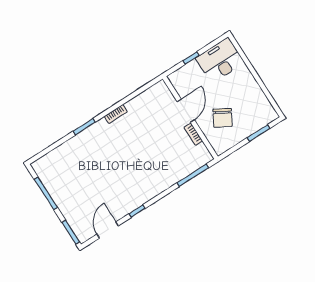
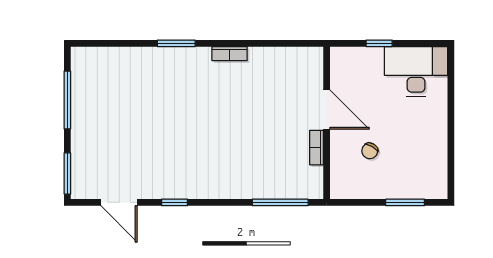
door: (186, 111) -> (327, 110), hinge flipped
chair: (222, 118) -> (370, 151), width x0.54, depth x0.54
door: (108, 230) -> (119, 202), swing flipped

